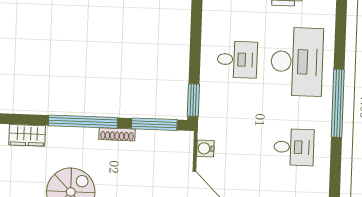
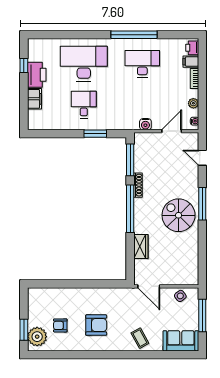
window: (193, 100) -> (95, 134), moved
window: (338, 103) -> (134, 35), moved
desk: (294, 147) -> (142, 64), width x1.37

